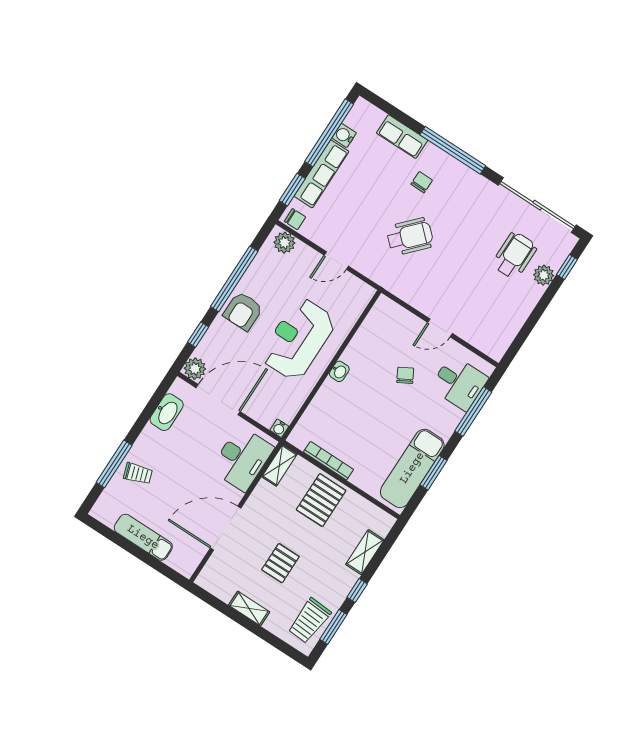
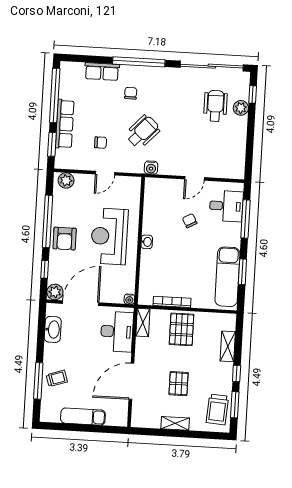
water cooler: (344, 135) -> (151, 168), moved, turned -90
chair: (295, 219) -> (101, 143), moved

